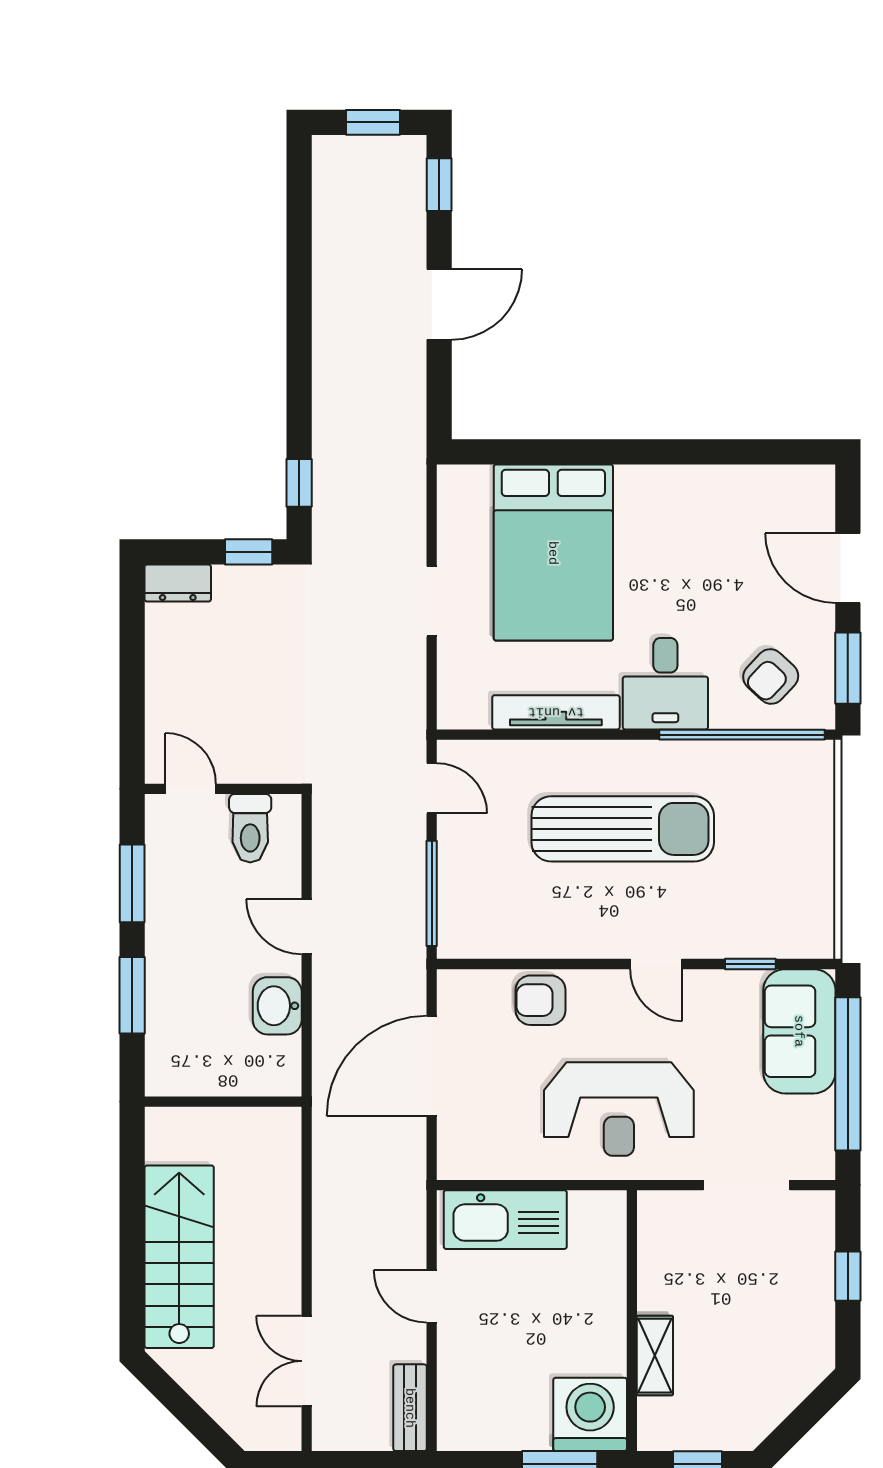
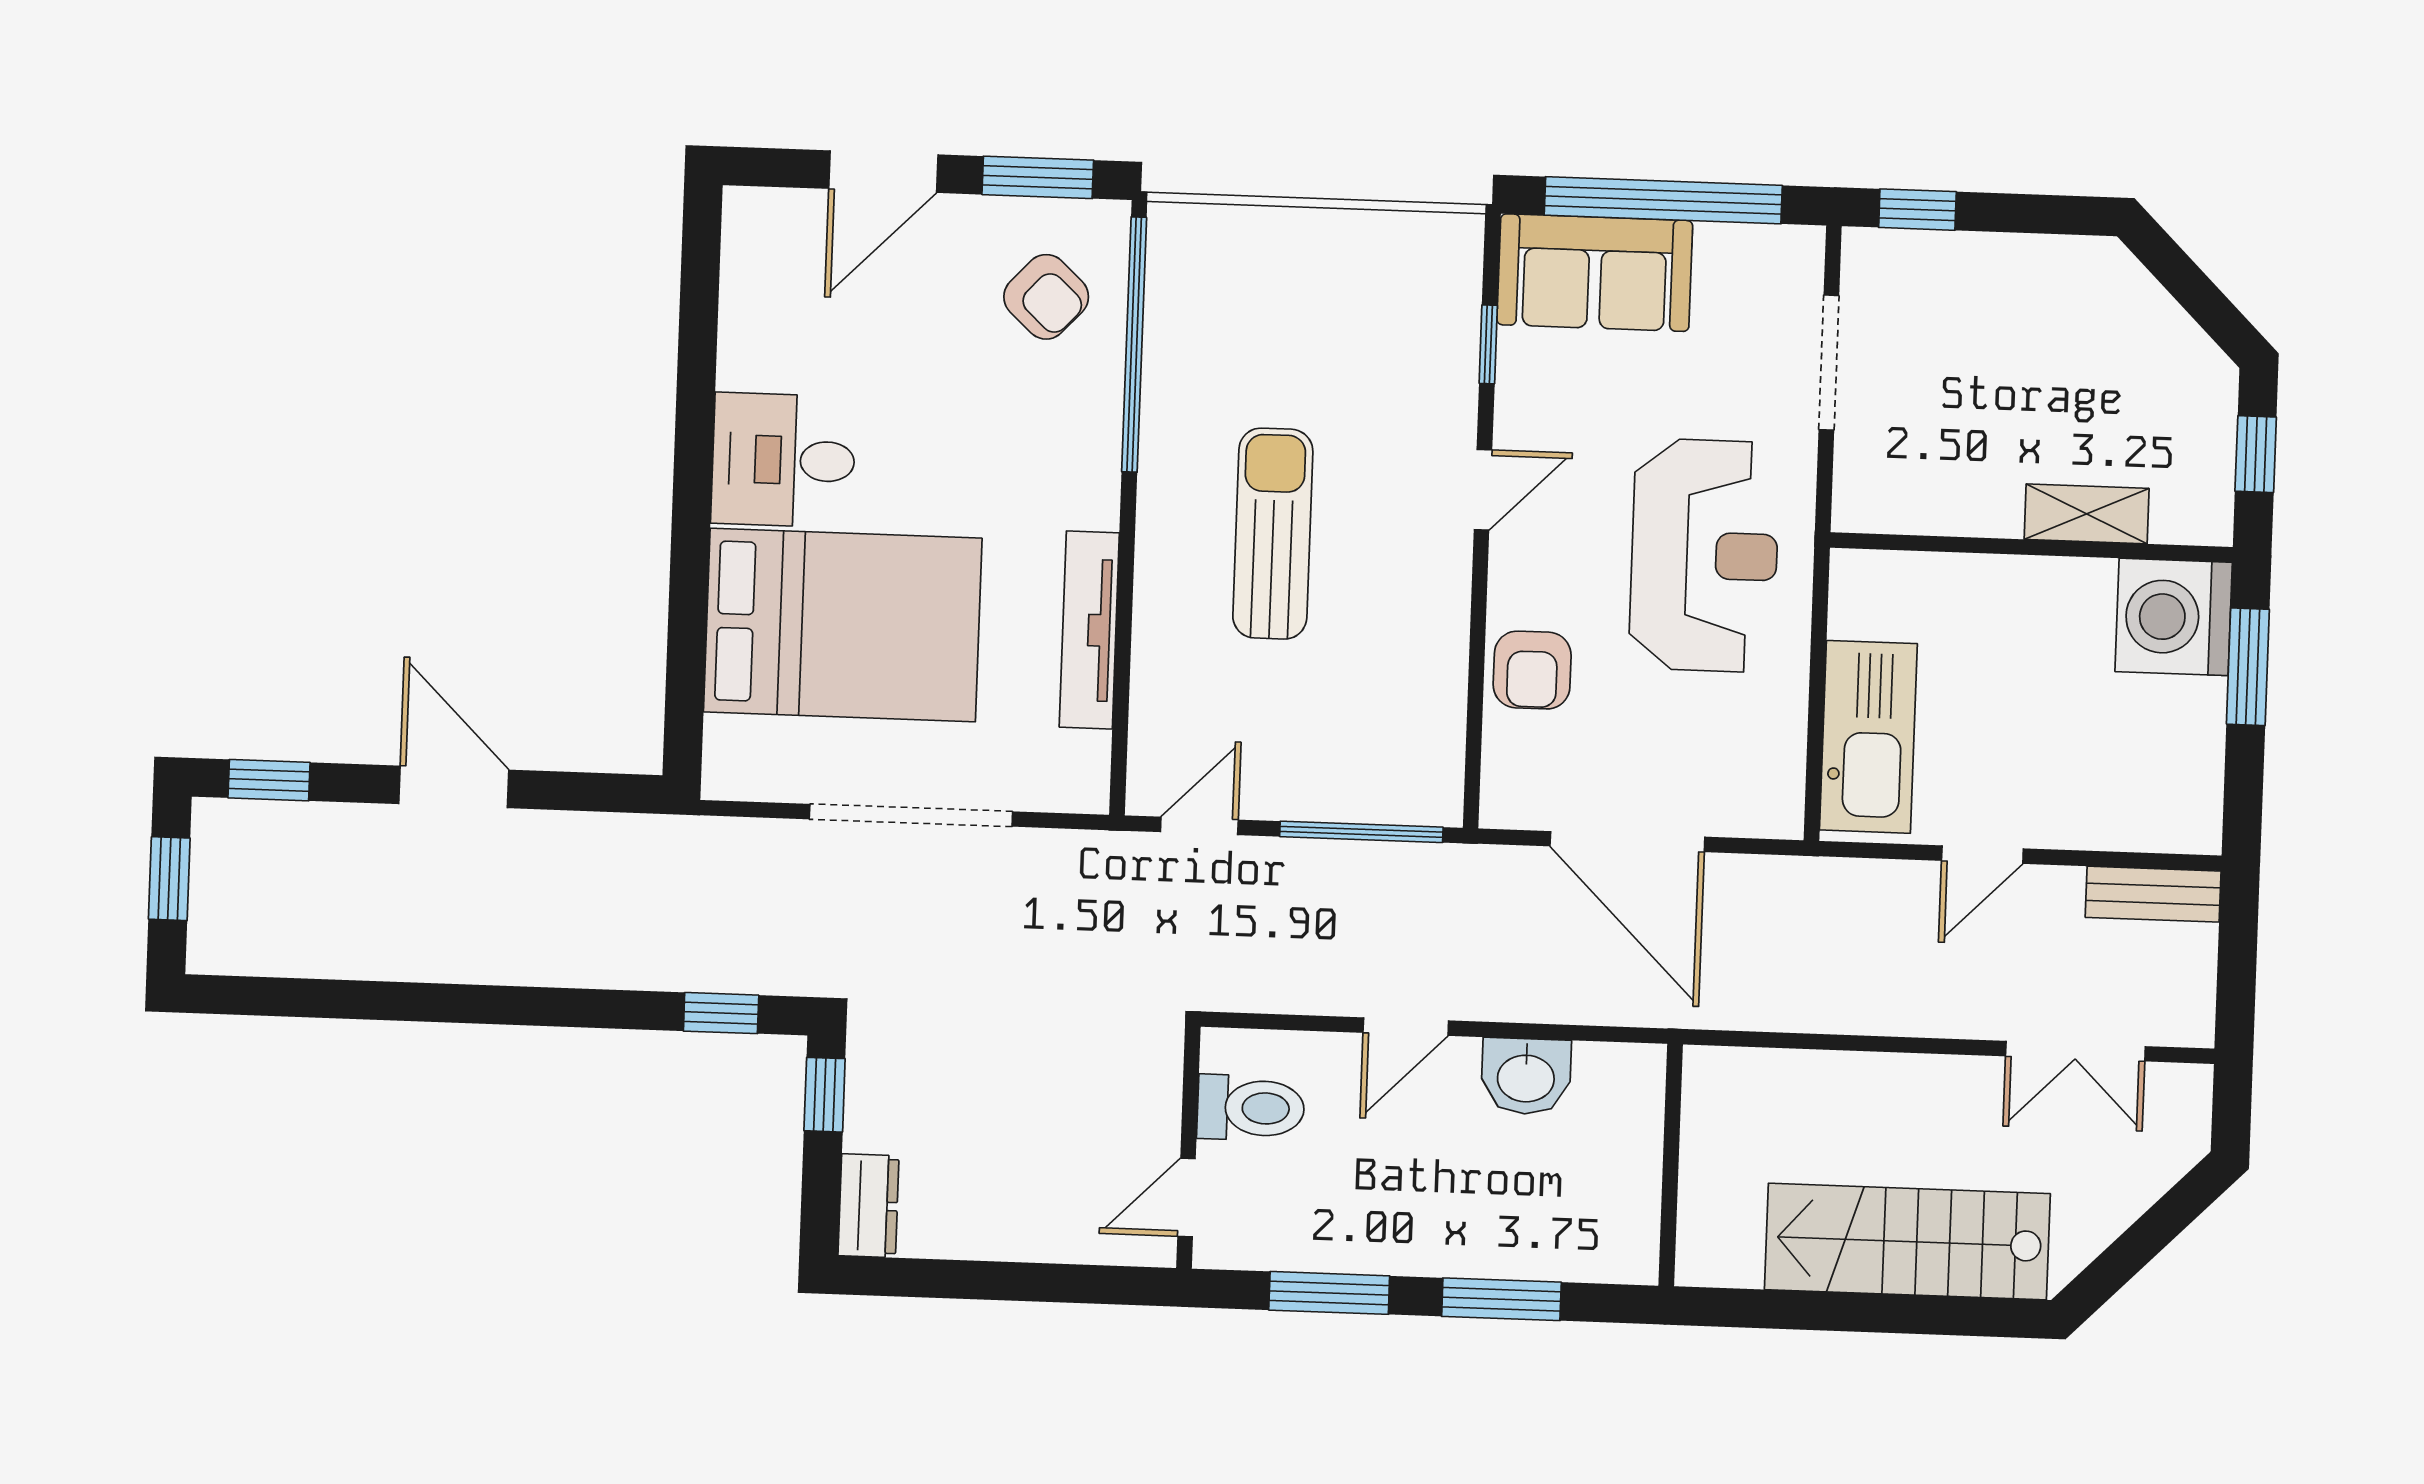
doorway: (432, 601) -> (911, 815), width x1.87
desk: (665, 684) -> (783, 460), moved, turned 180
sun lounger: (623, 829) -> (1273, 534), width x0.73, depth x0.75
window: (848, 1276) -> (1917, 210), moved

